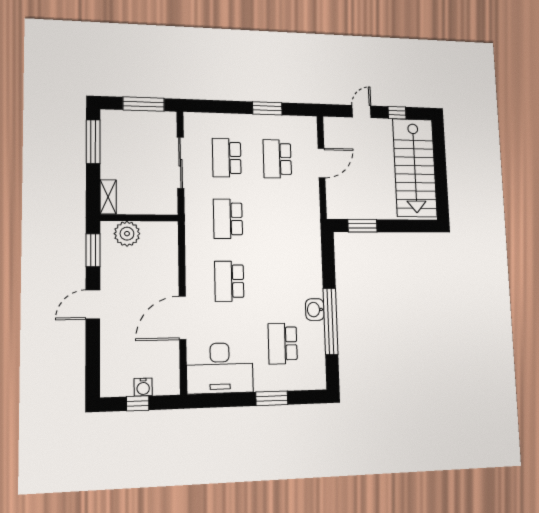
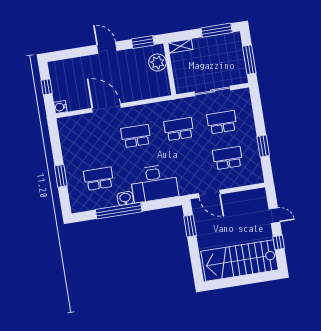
door: (322, 163) -> (209, 194), moved
desk: (220, 368) -> (154, 183), moved, turned -90
water cooler: (143, 387) -> (60, 107), moved

